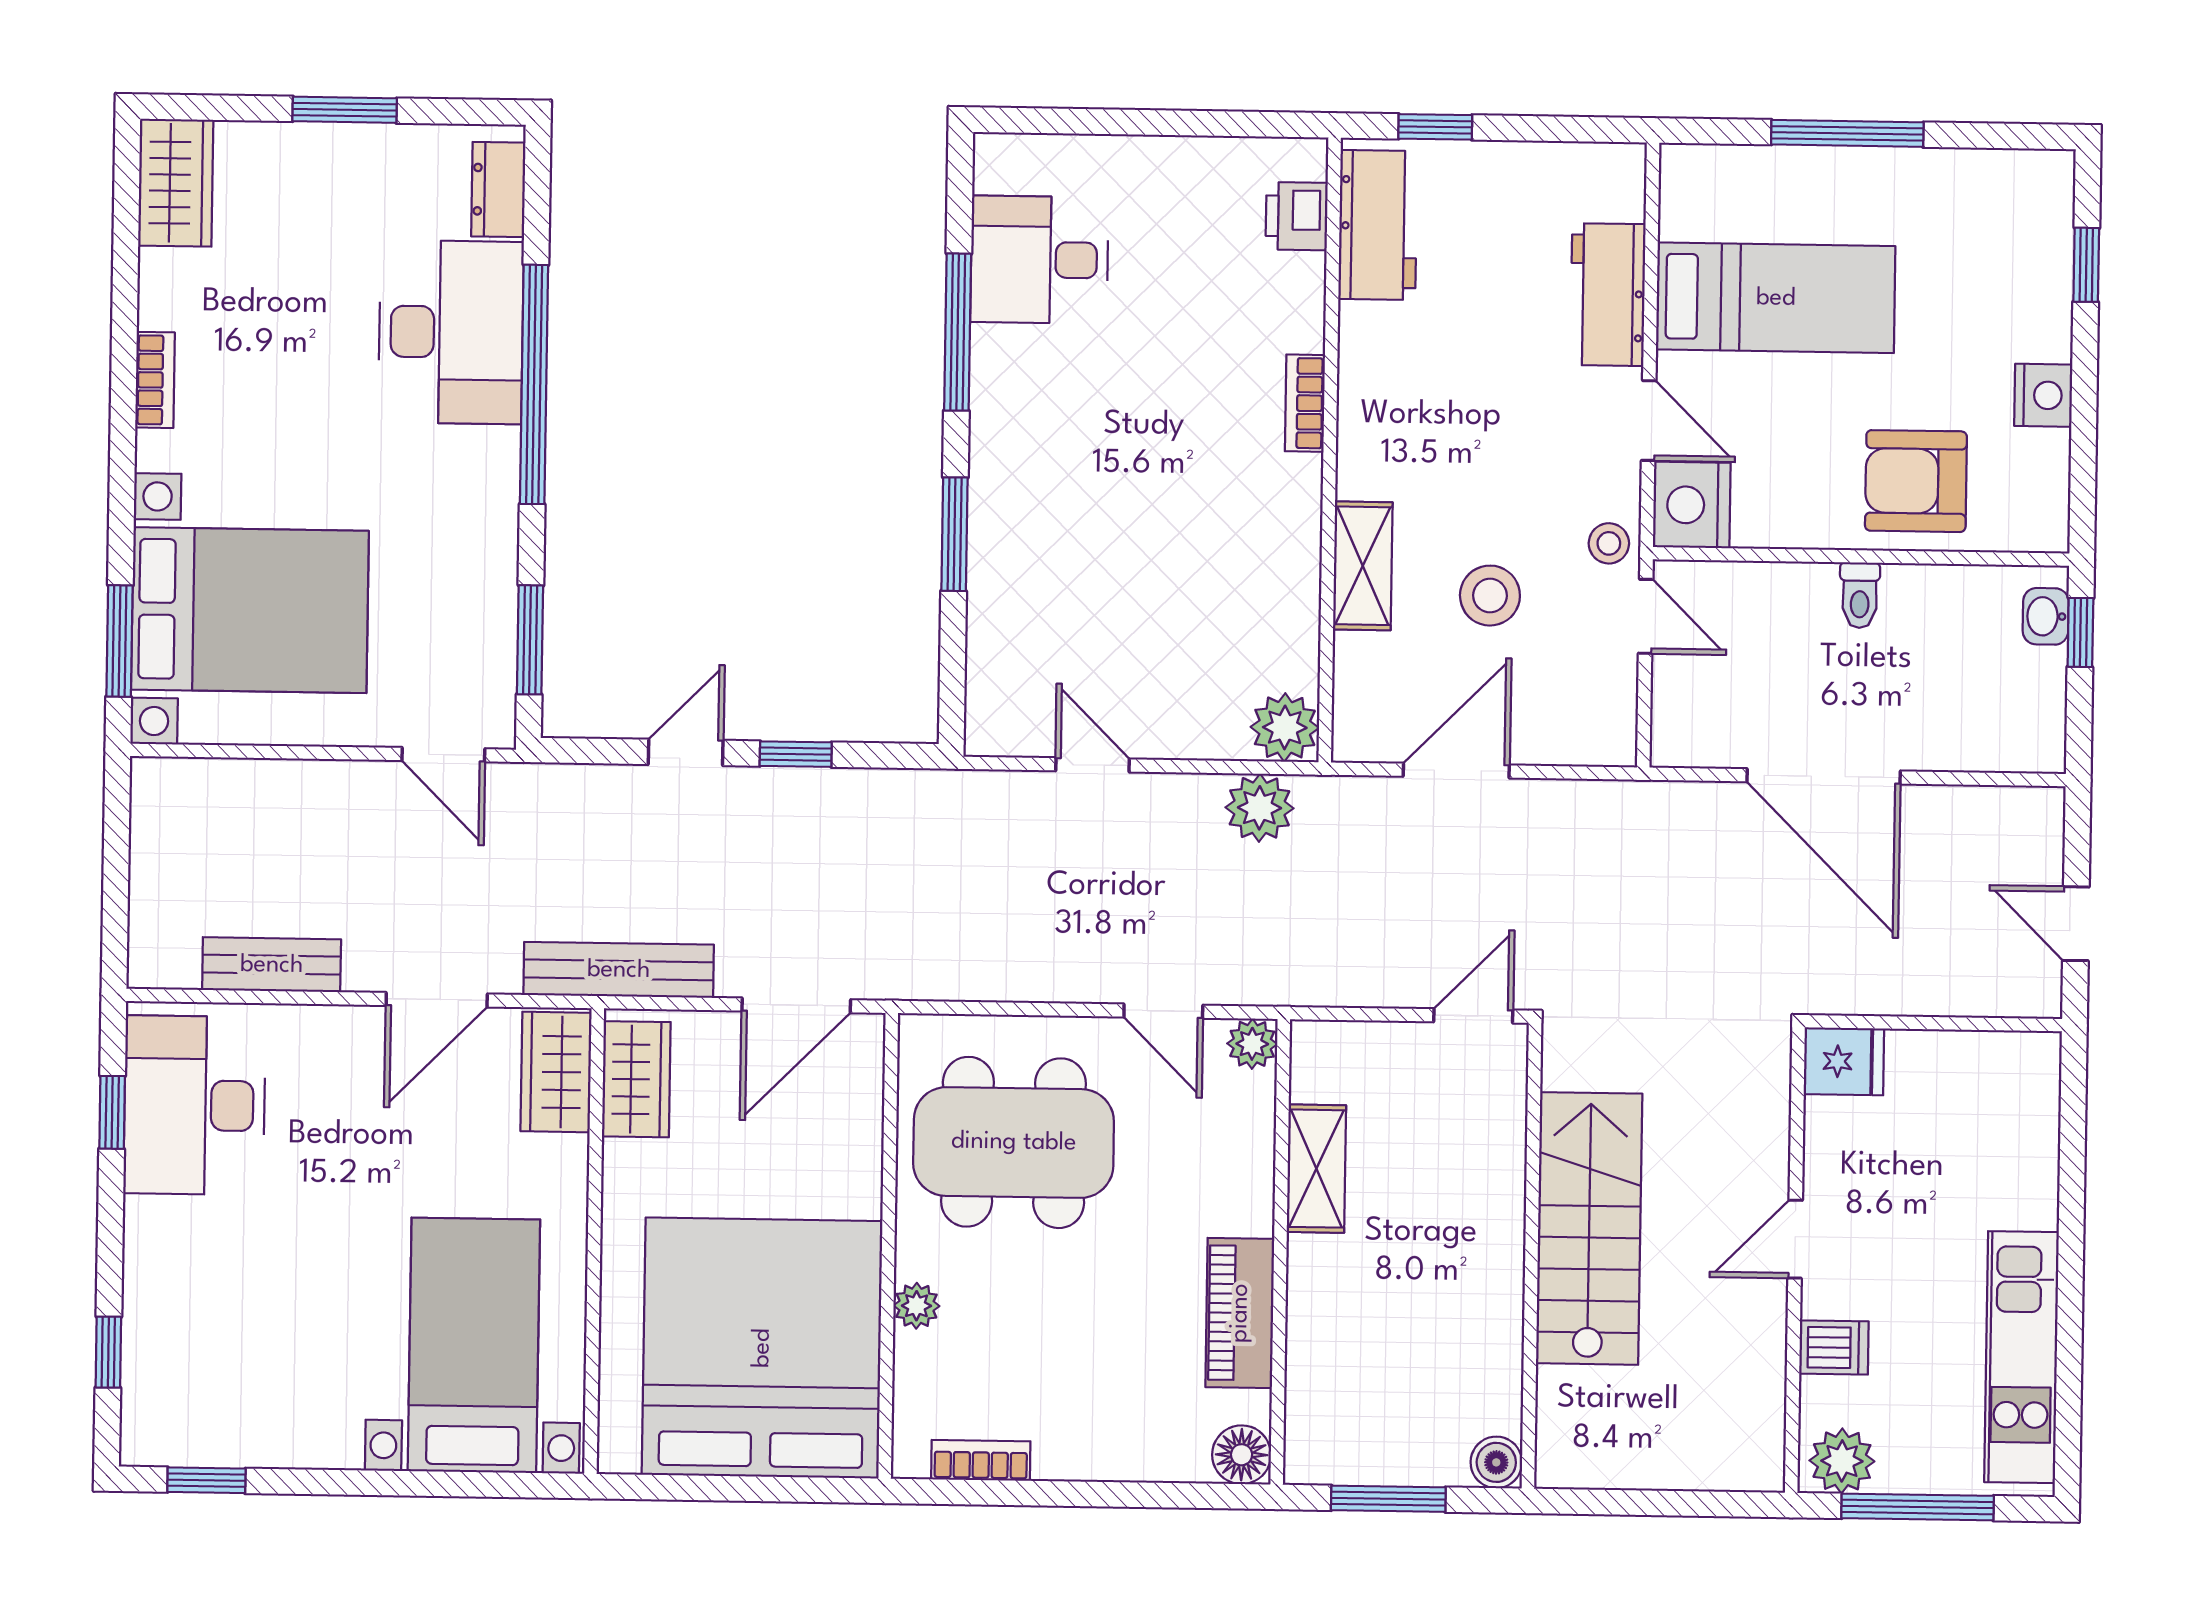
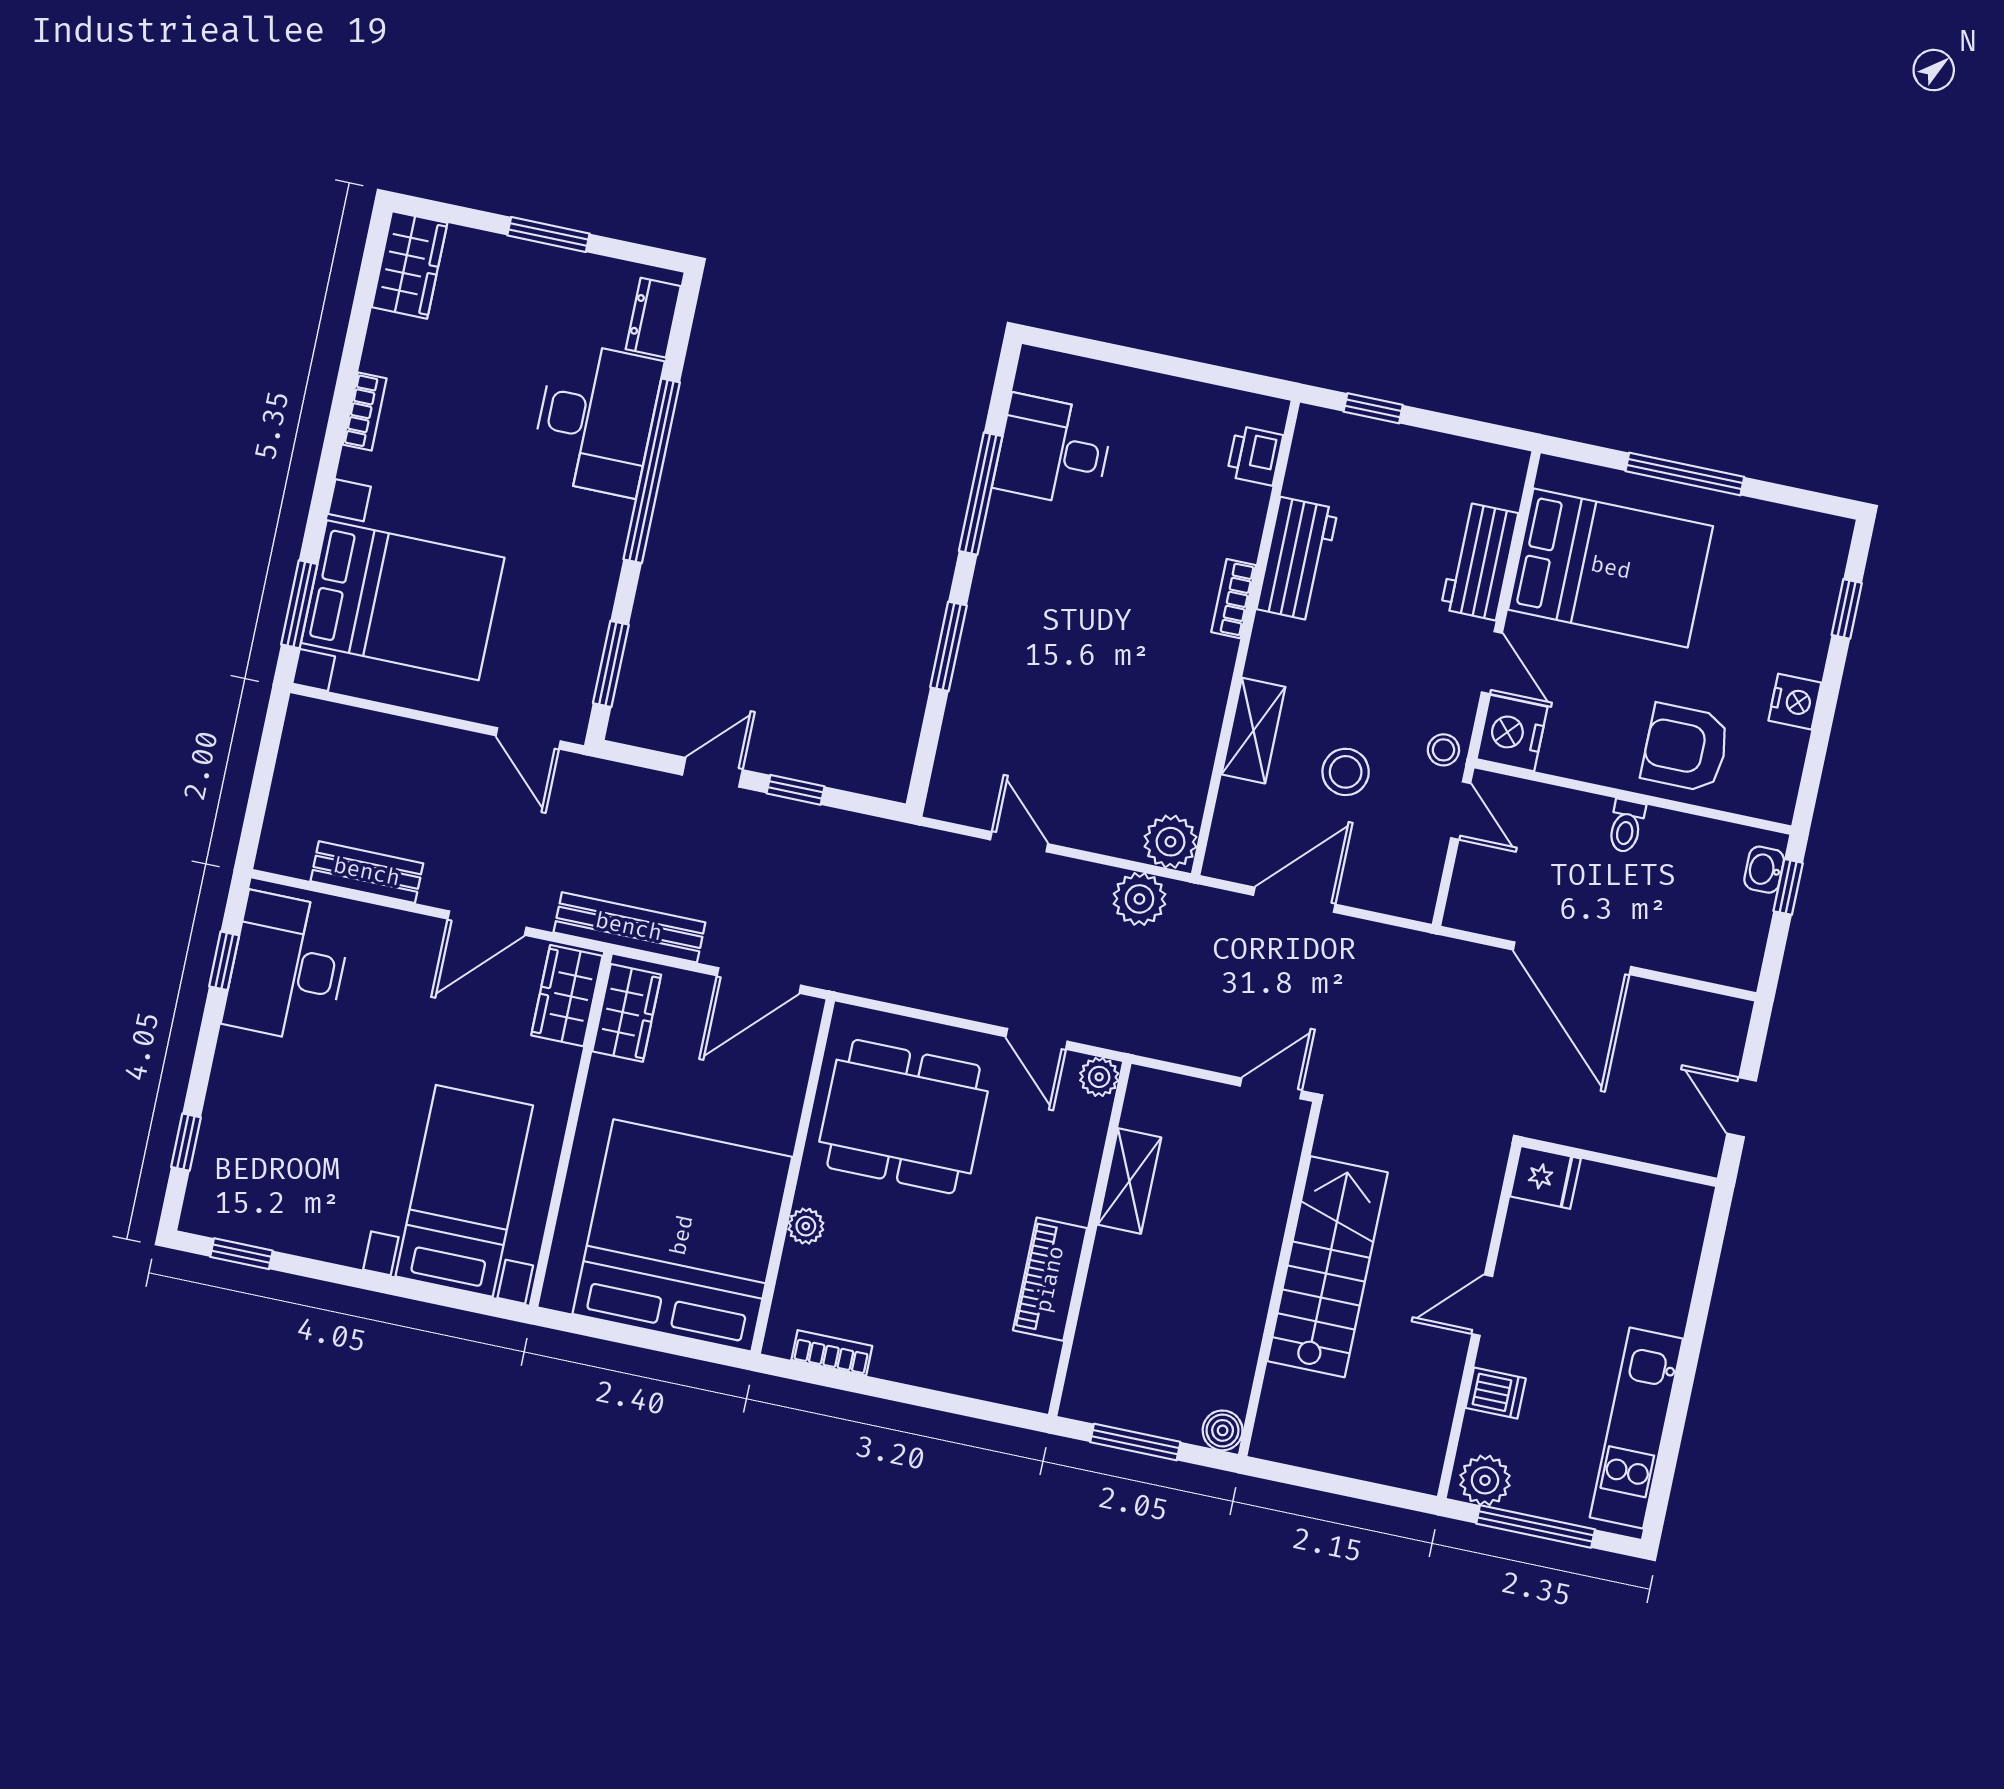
workbench: (1378, 225) -> (1297, 559), moved
bed: (1776, 298) -> (1611, 568), width x1.50
floor lamp: (1242, 1455) -> (1030, 1387), removed

